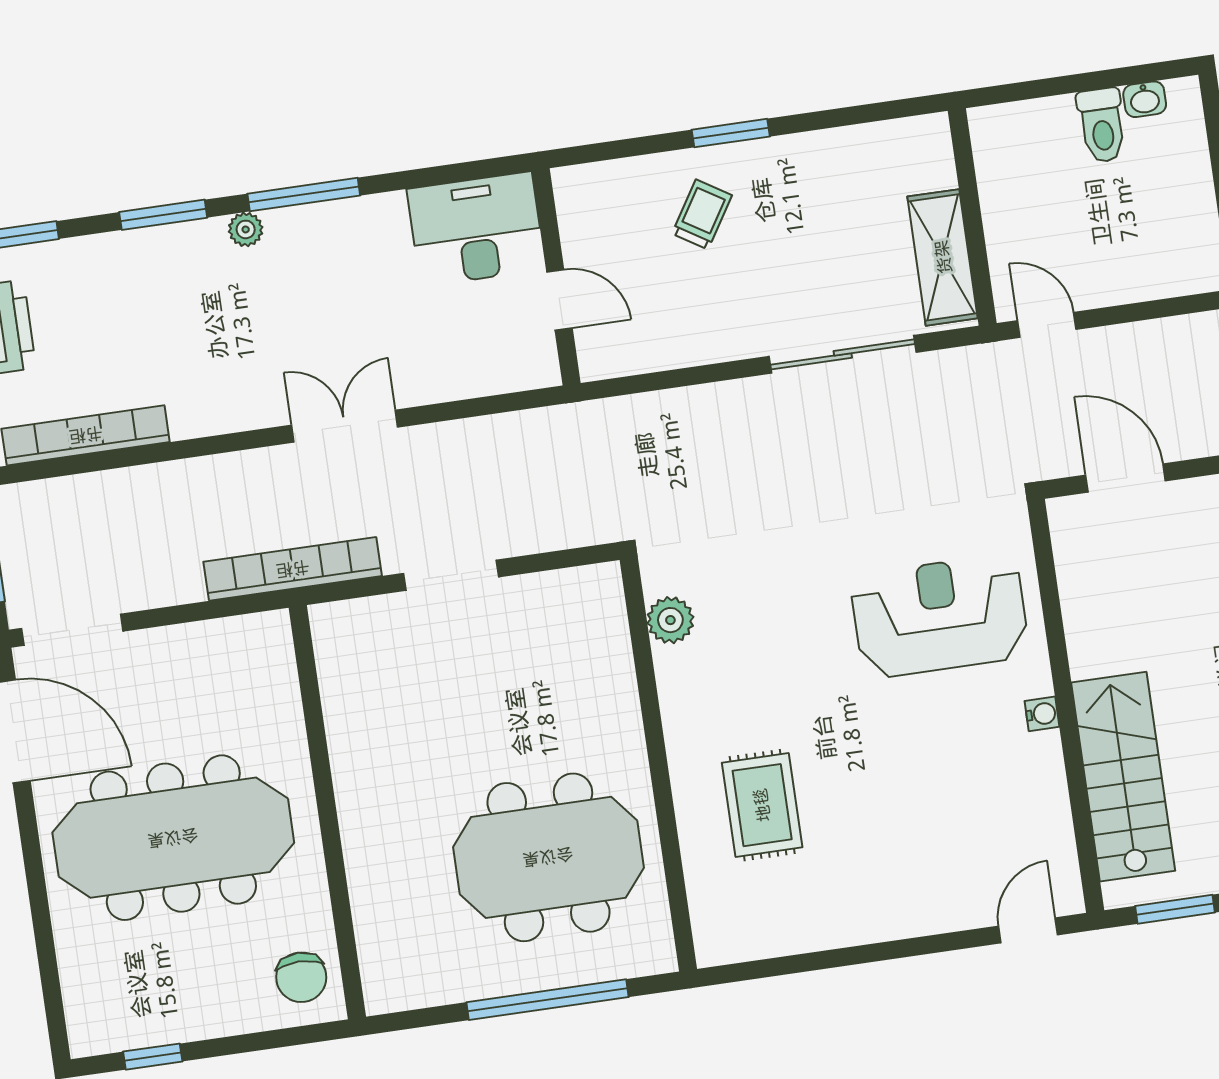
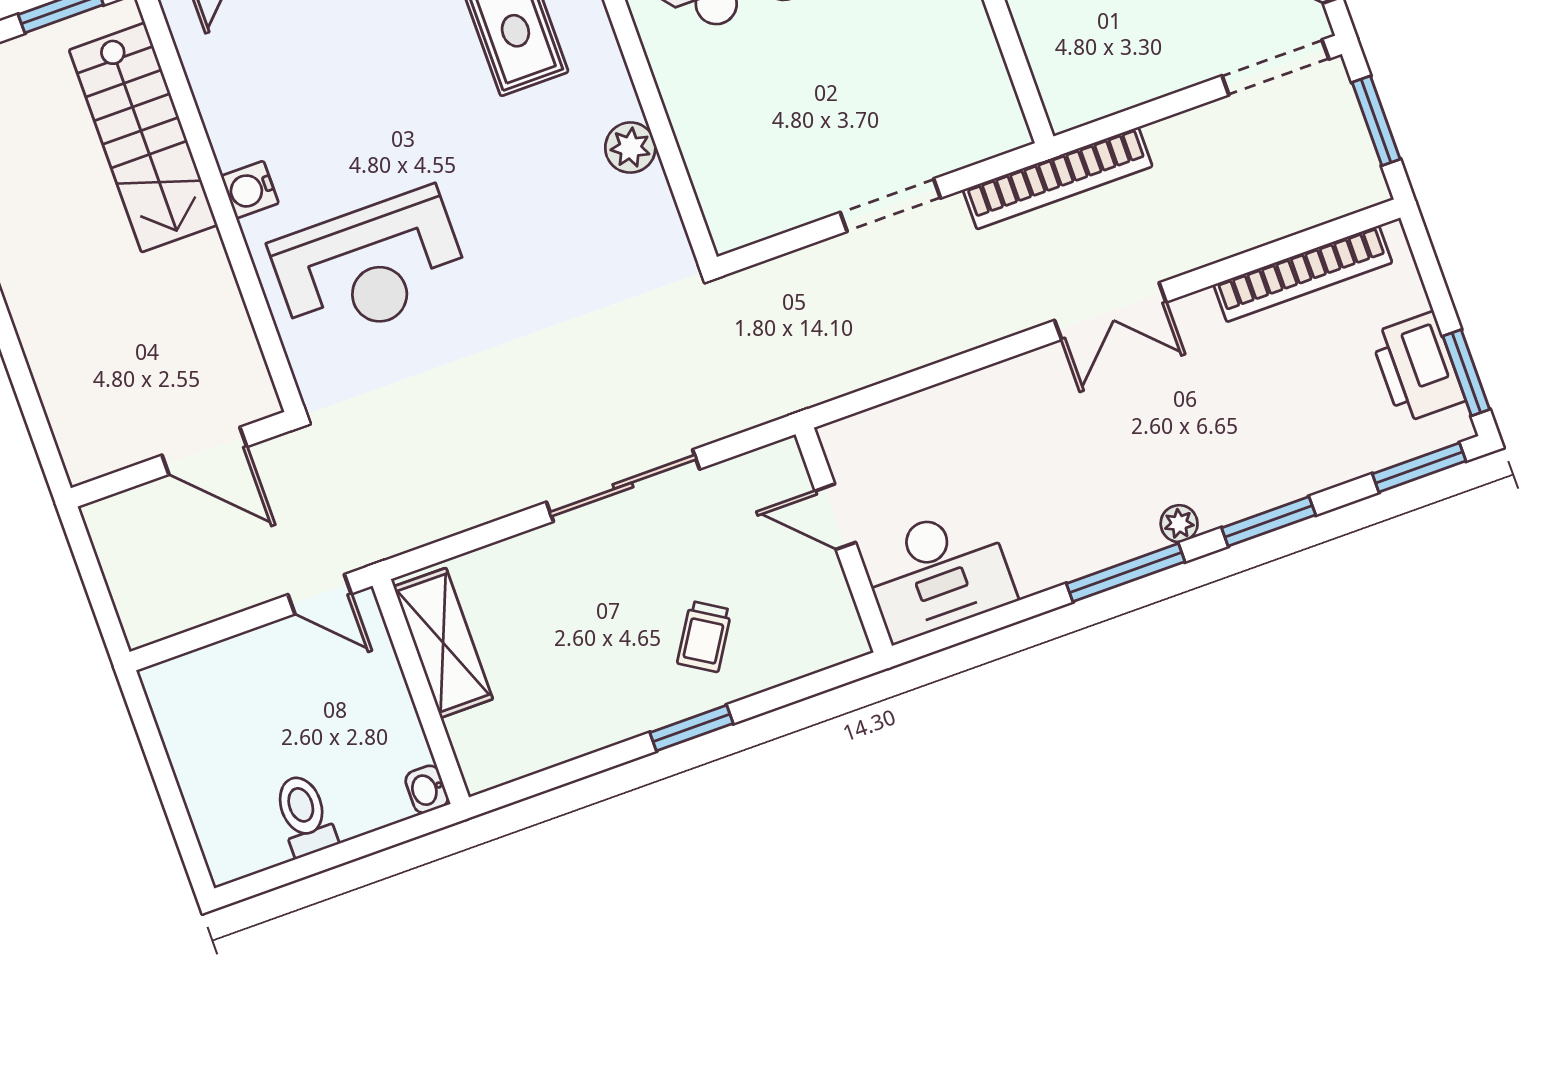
washbasin: (1145, 99) -> (427, 789), moved, turned -90
sliding door: (843, 354) -> (623, 486), moved
double door: (345, 426) -> (1110, 311), moved
plant: (670, 620) -> (630, 148), moved
water cooler: (1042, 714) -> (250, 190), width x1.38, depth x1.38

